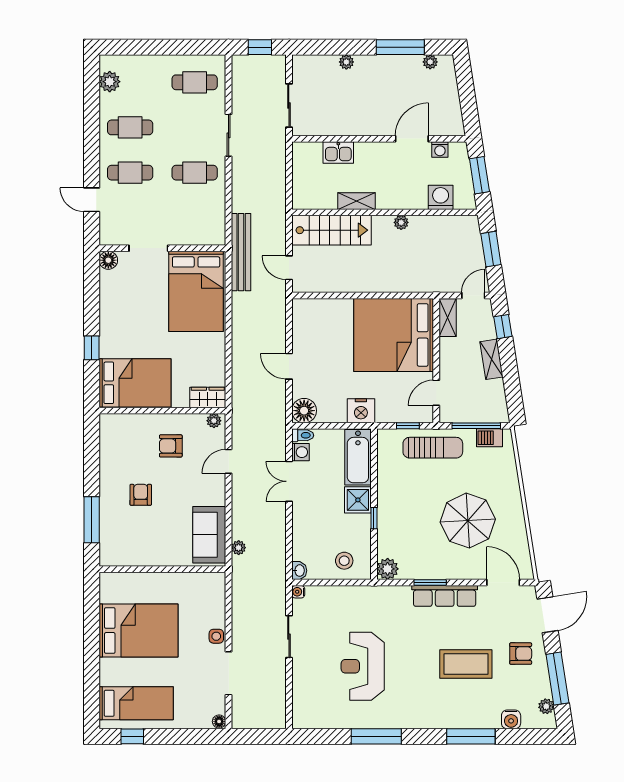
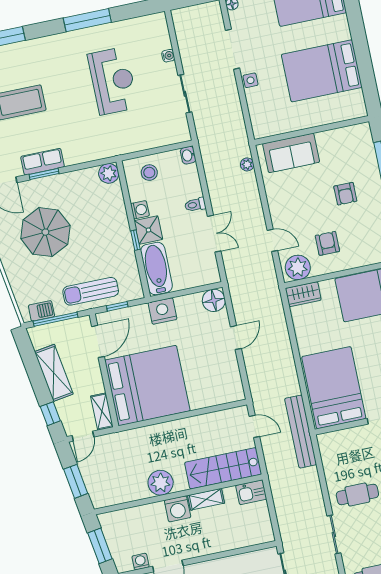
kitchen sink: (338, 152) -> (251, 492), moved, turned 180
washing machine: (441, 197) -> (178, 509), moved
plant: (401, 222) -> (161, 483), width x1.88, depth x1.88
shelving: (492, 359) -> (54, 373), width x1.50, depth x1.33
door: (289, 366) -> (236, 338), hinge flipped
door: (436, 393) -> (98, 341), width x1.38
plant: (214, 421) -> (298, 267), width x1.88, depth x1.88
toilet: (303, 435) -> (195, 205), moved
armchair: (171, 446) -> (327, 243), turned -90
washing machine: (300, 452) -> (140, 210), moved, turned 180
door: (229, 461) -> (272, 240), hinge flipped
window: (374, 518) -> (135, 240), moved
sofa: (209, 535) -> (291, 153), moved, turned 90
window: (430, 583) -> (44, 174), moved
water cooler: (298, 592) -> (168, 56), moved
row of seats: (445, 596) -> (43, 162), width x0.68

